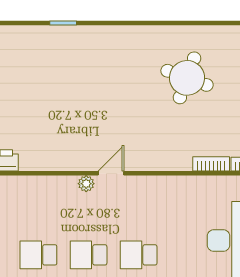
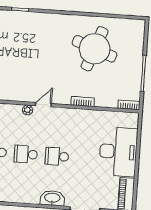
round table: (187, 78) -> (95, 49), width x1.36, depth x1.36
bookcase: (211, 164) -> (83, 101), moved

